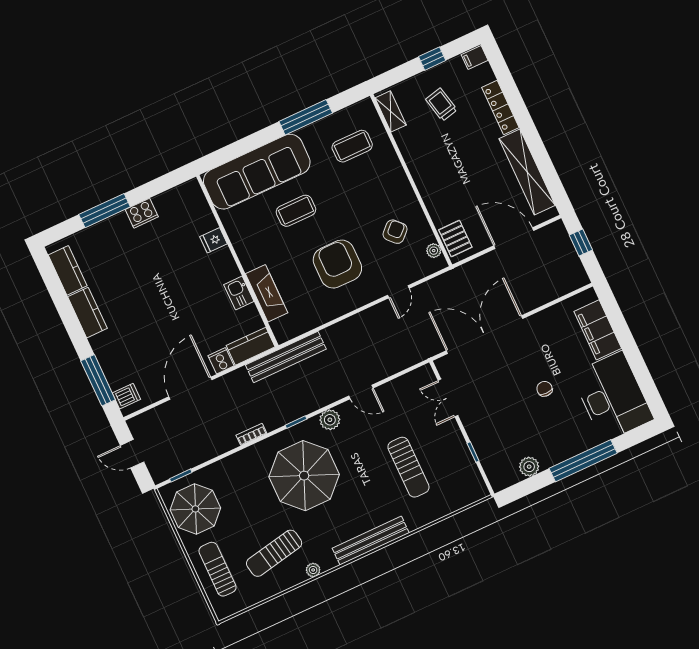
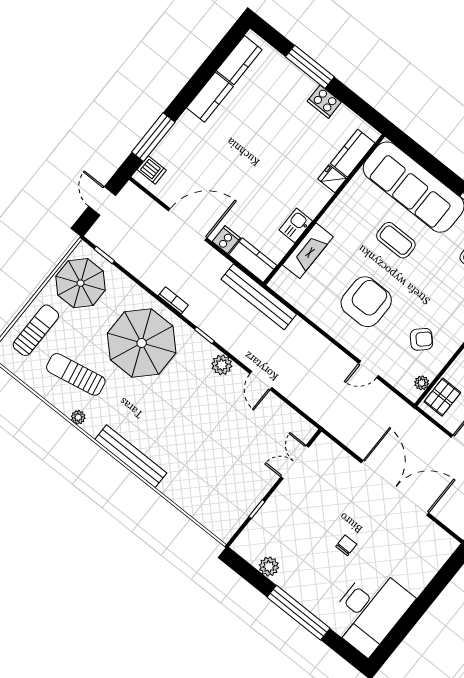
kitchen counter: (200, 211) -> (353, 153), added
filing cabinet: (598, 330) -> (424, 567), removed
double door: (485, 335) -> (395, 488), moved
sun lounger: (408, 467) -> (214, 457), removed
parasol: (304, 476) -> (142, 343), moved

